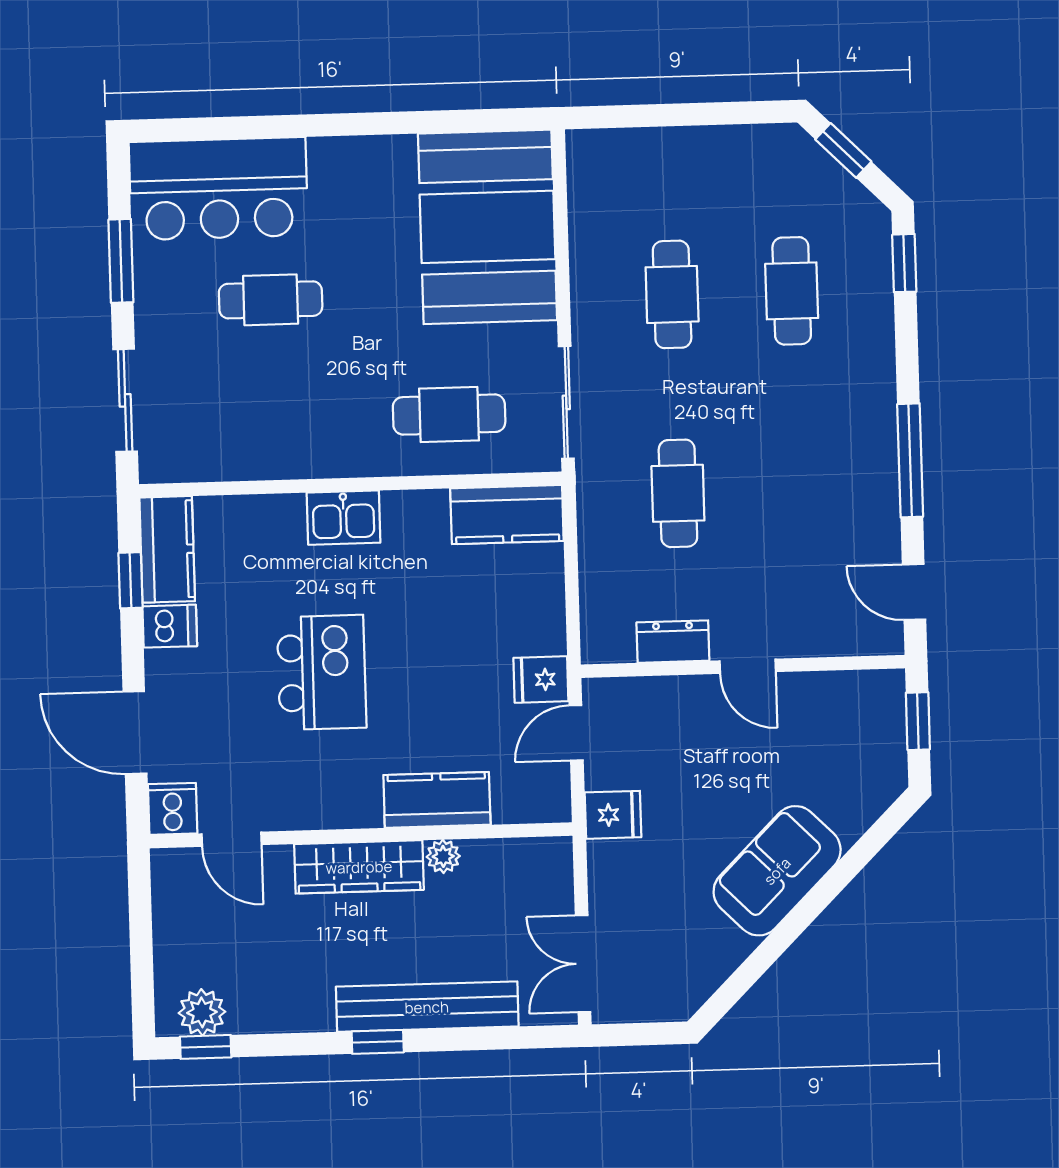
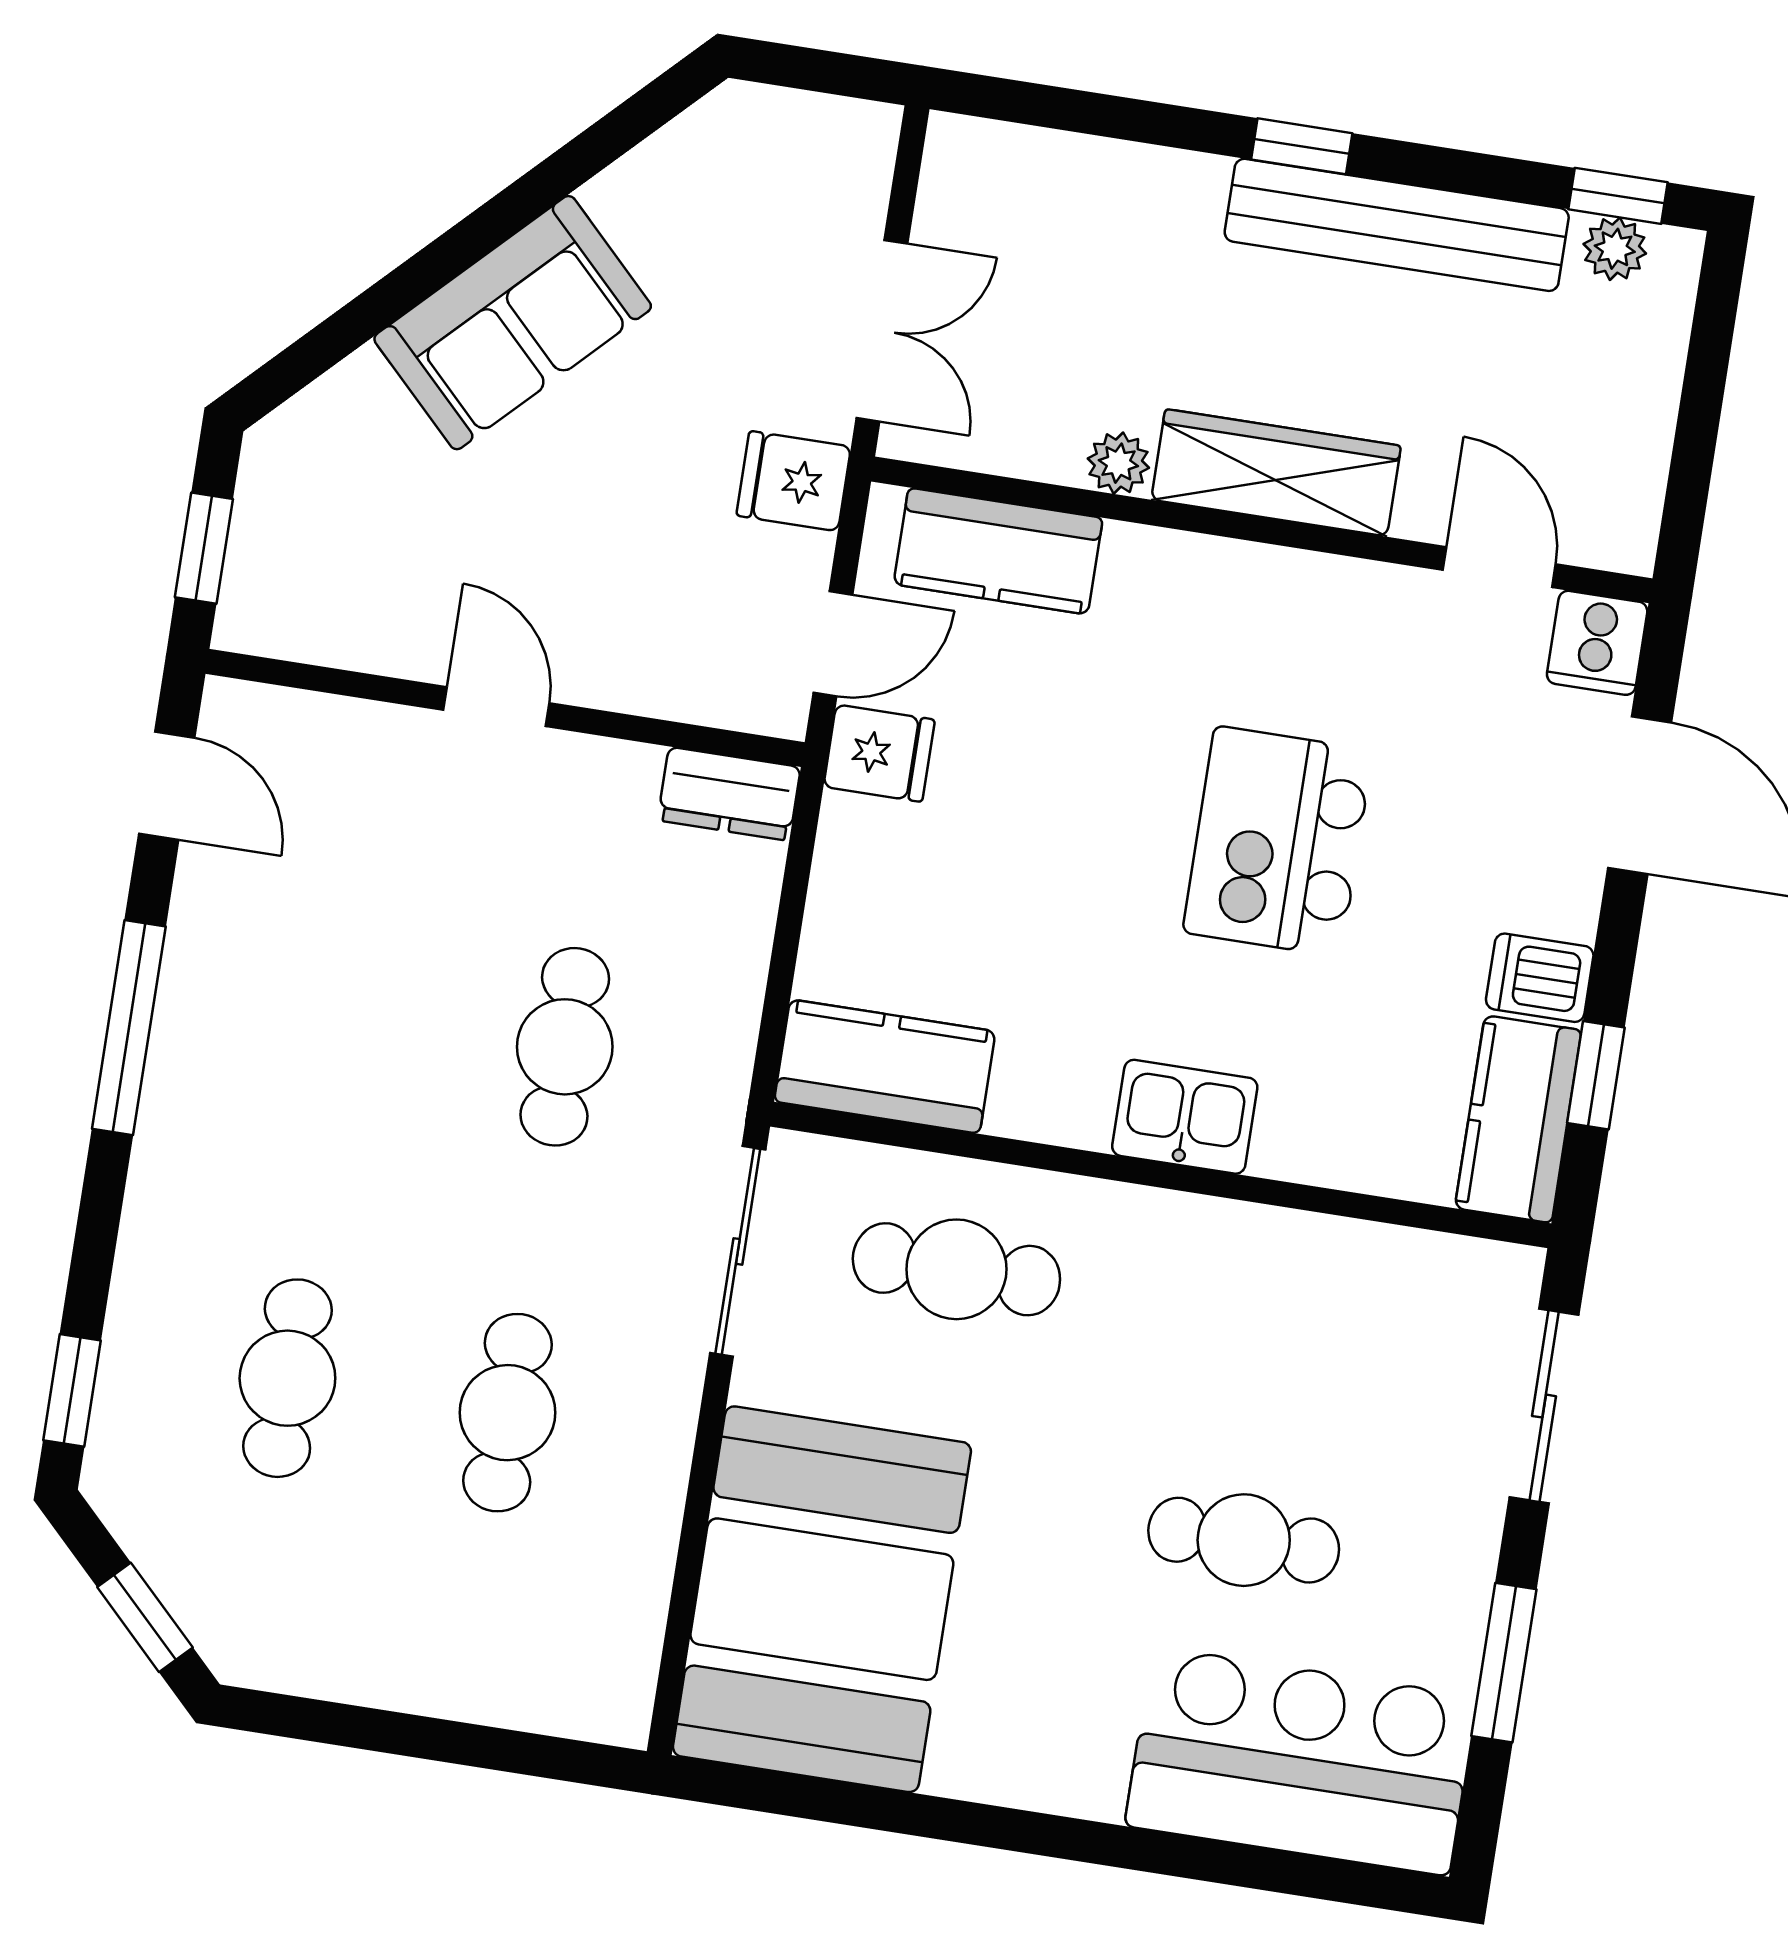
dresser: (673, 642) -> (729, 794), moved
kitchen counter: (437, 800) -> (998, 551), moved
double door: (583, 964) -> (882, 331), moved
bench: (427, 1007) -> (1397, 225), moved
plant: (202, 1012) -> (1615, 249), width x0.73, depth x0.73

